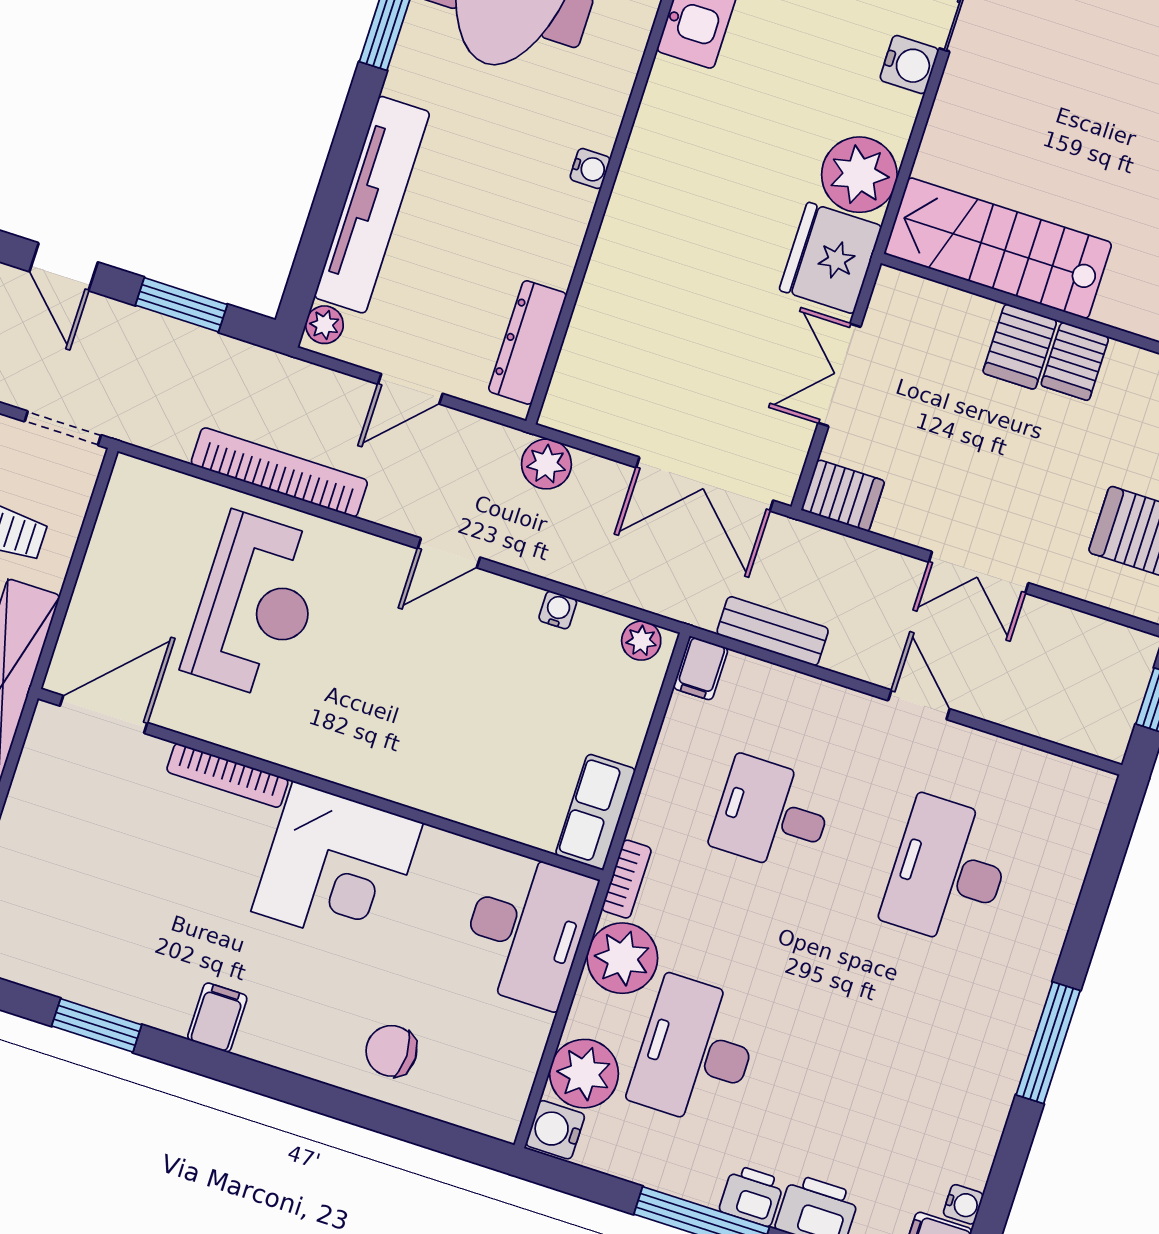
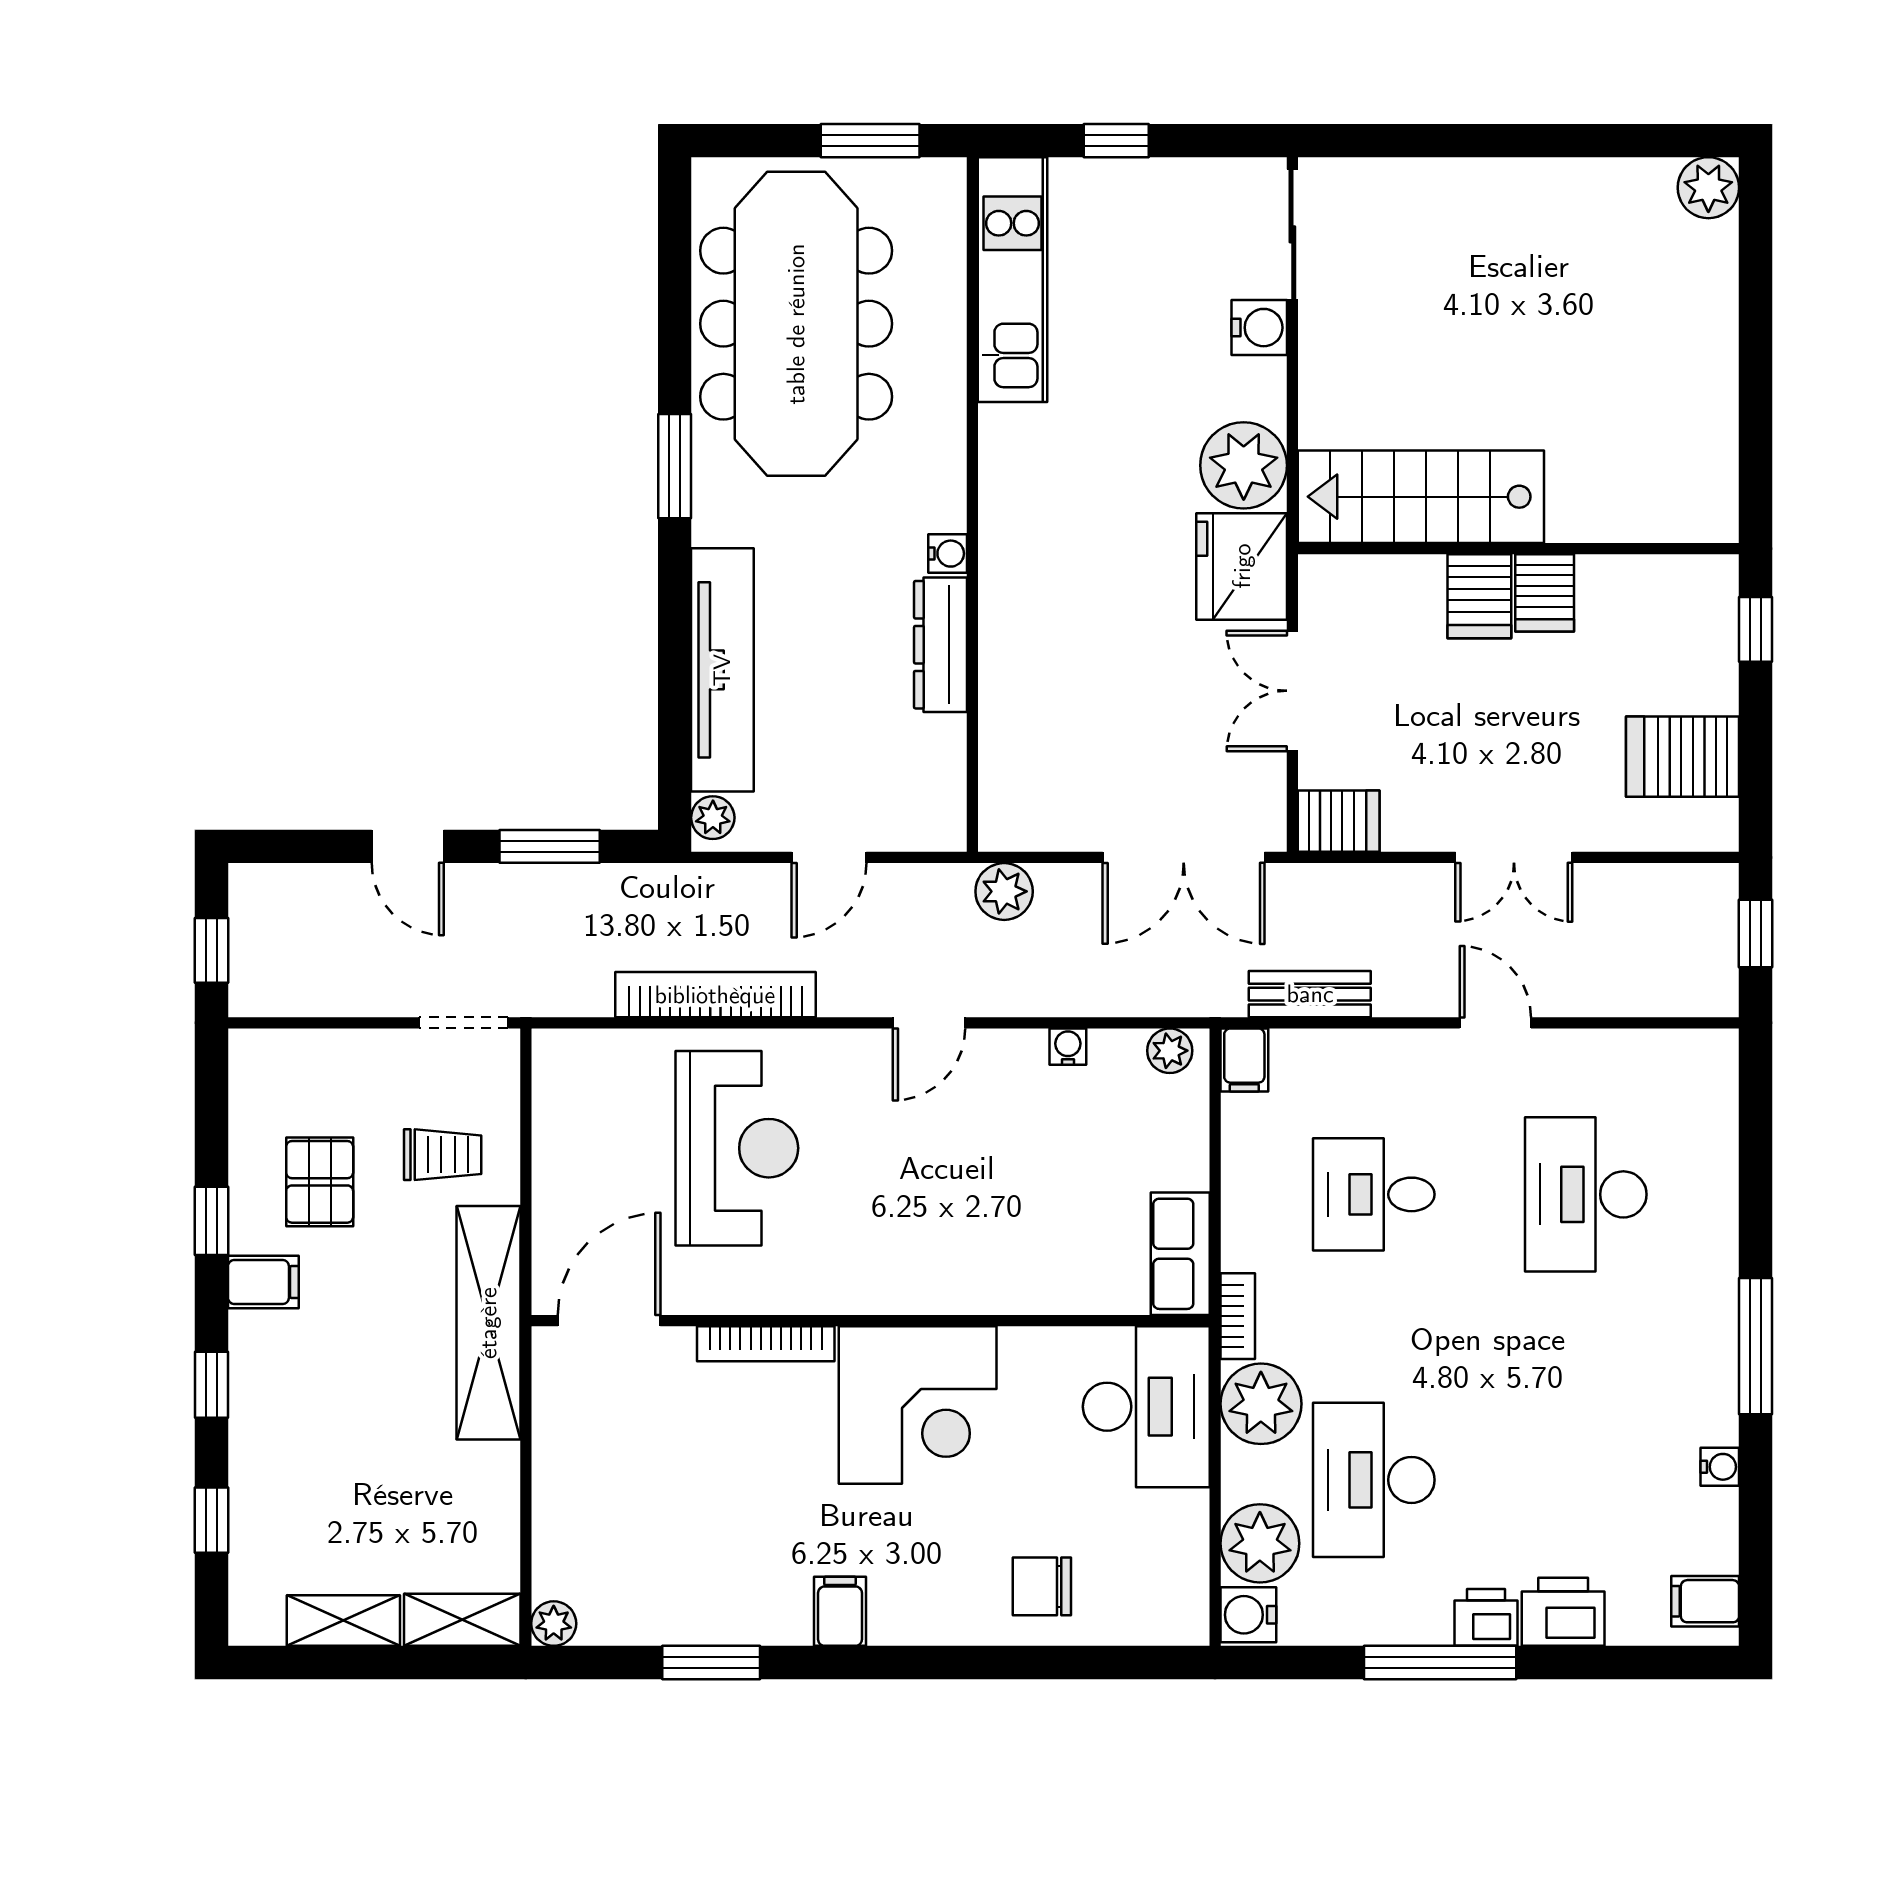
dresser: (528, 342) -> (941, 645), moved
water cooler: (963, 1204) -> (1720, 1467), moved

